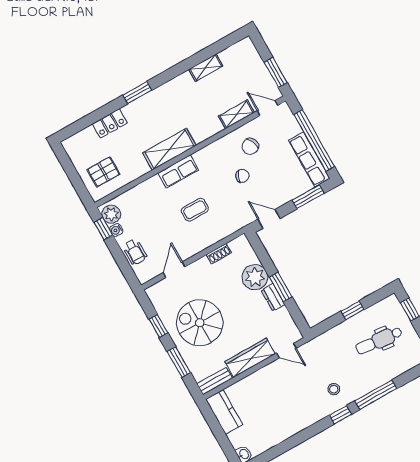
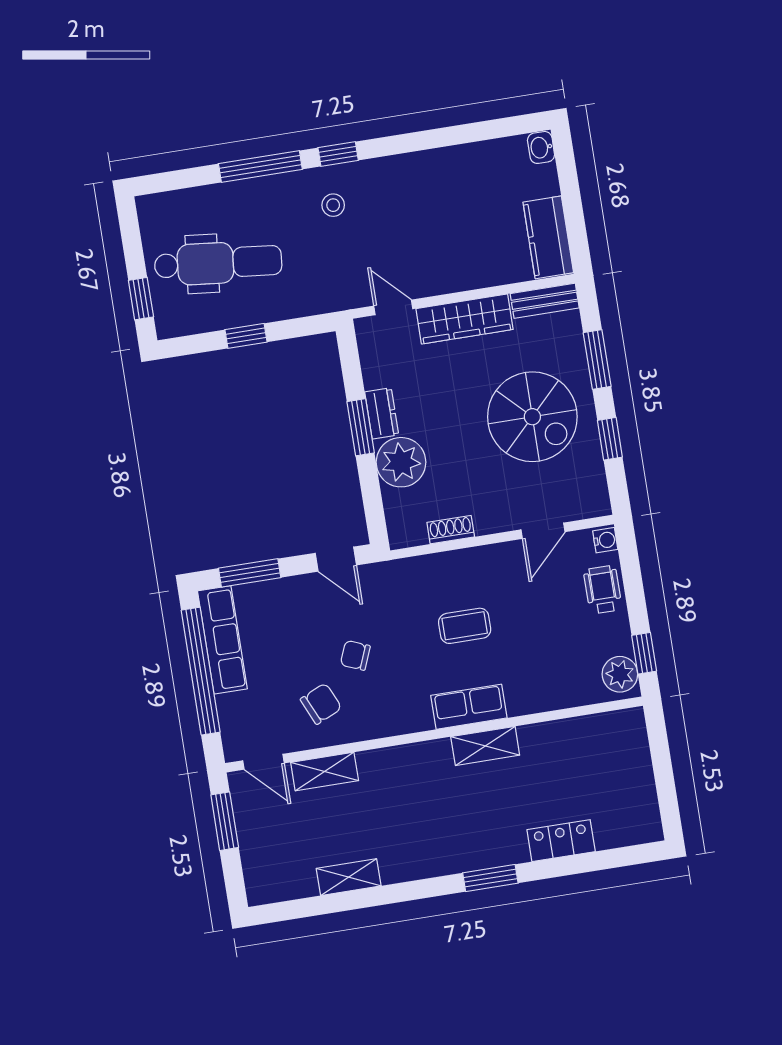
shelving: (169, 149) -> (485, 746), width x0.67, depth x0.75
pallet: (103, 172) -> (606, 757), removed
water cooler: (116, 230) -> (605, 540), moved
dental chair: (379, 340) -> (218, 263), width x1.36, depth x1.38

